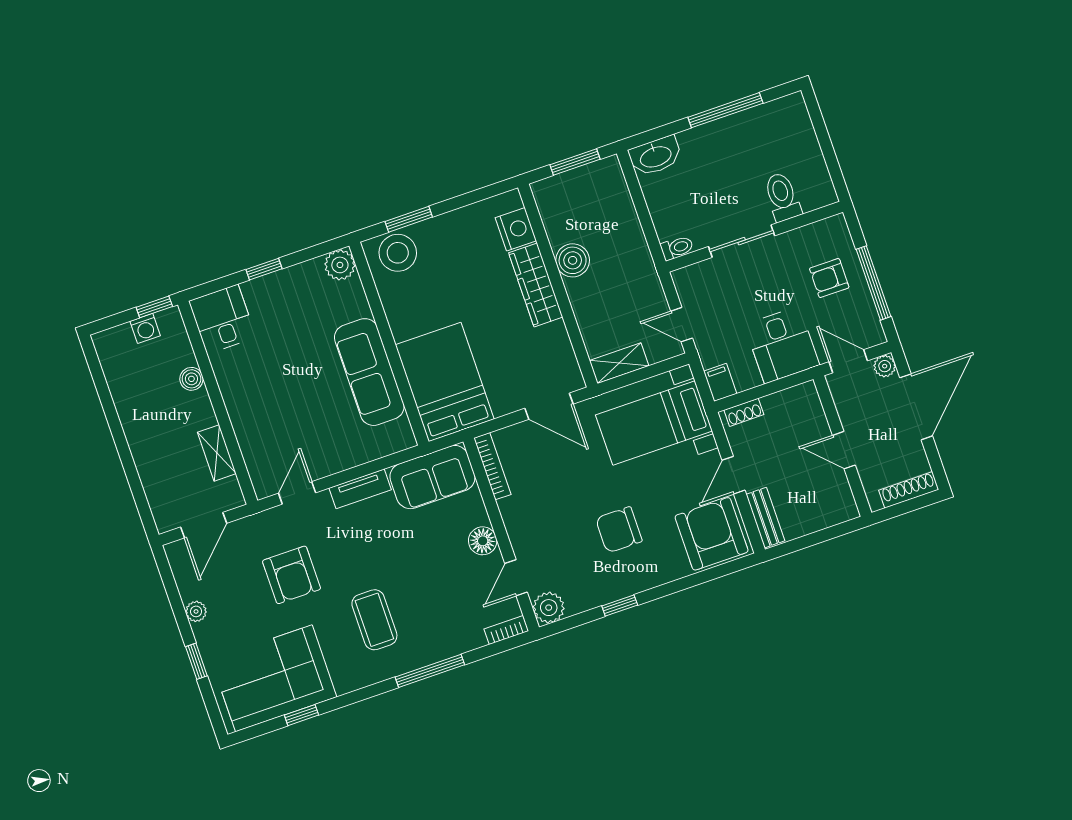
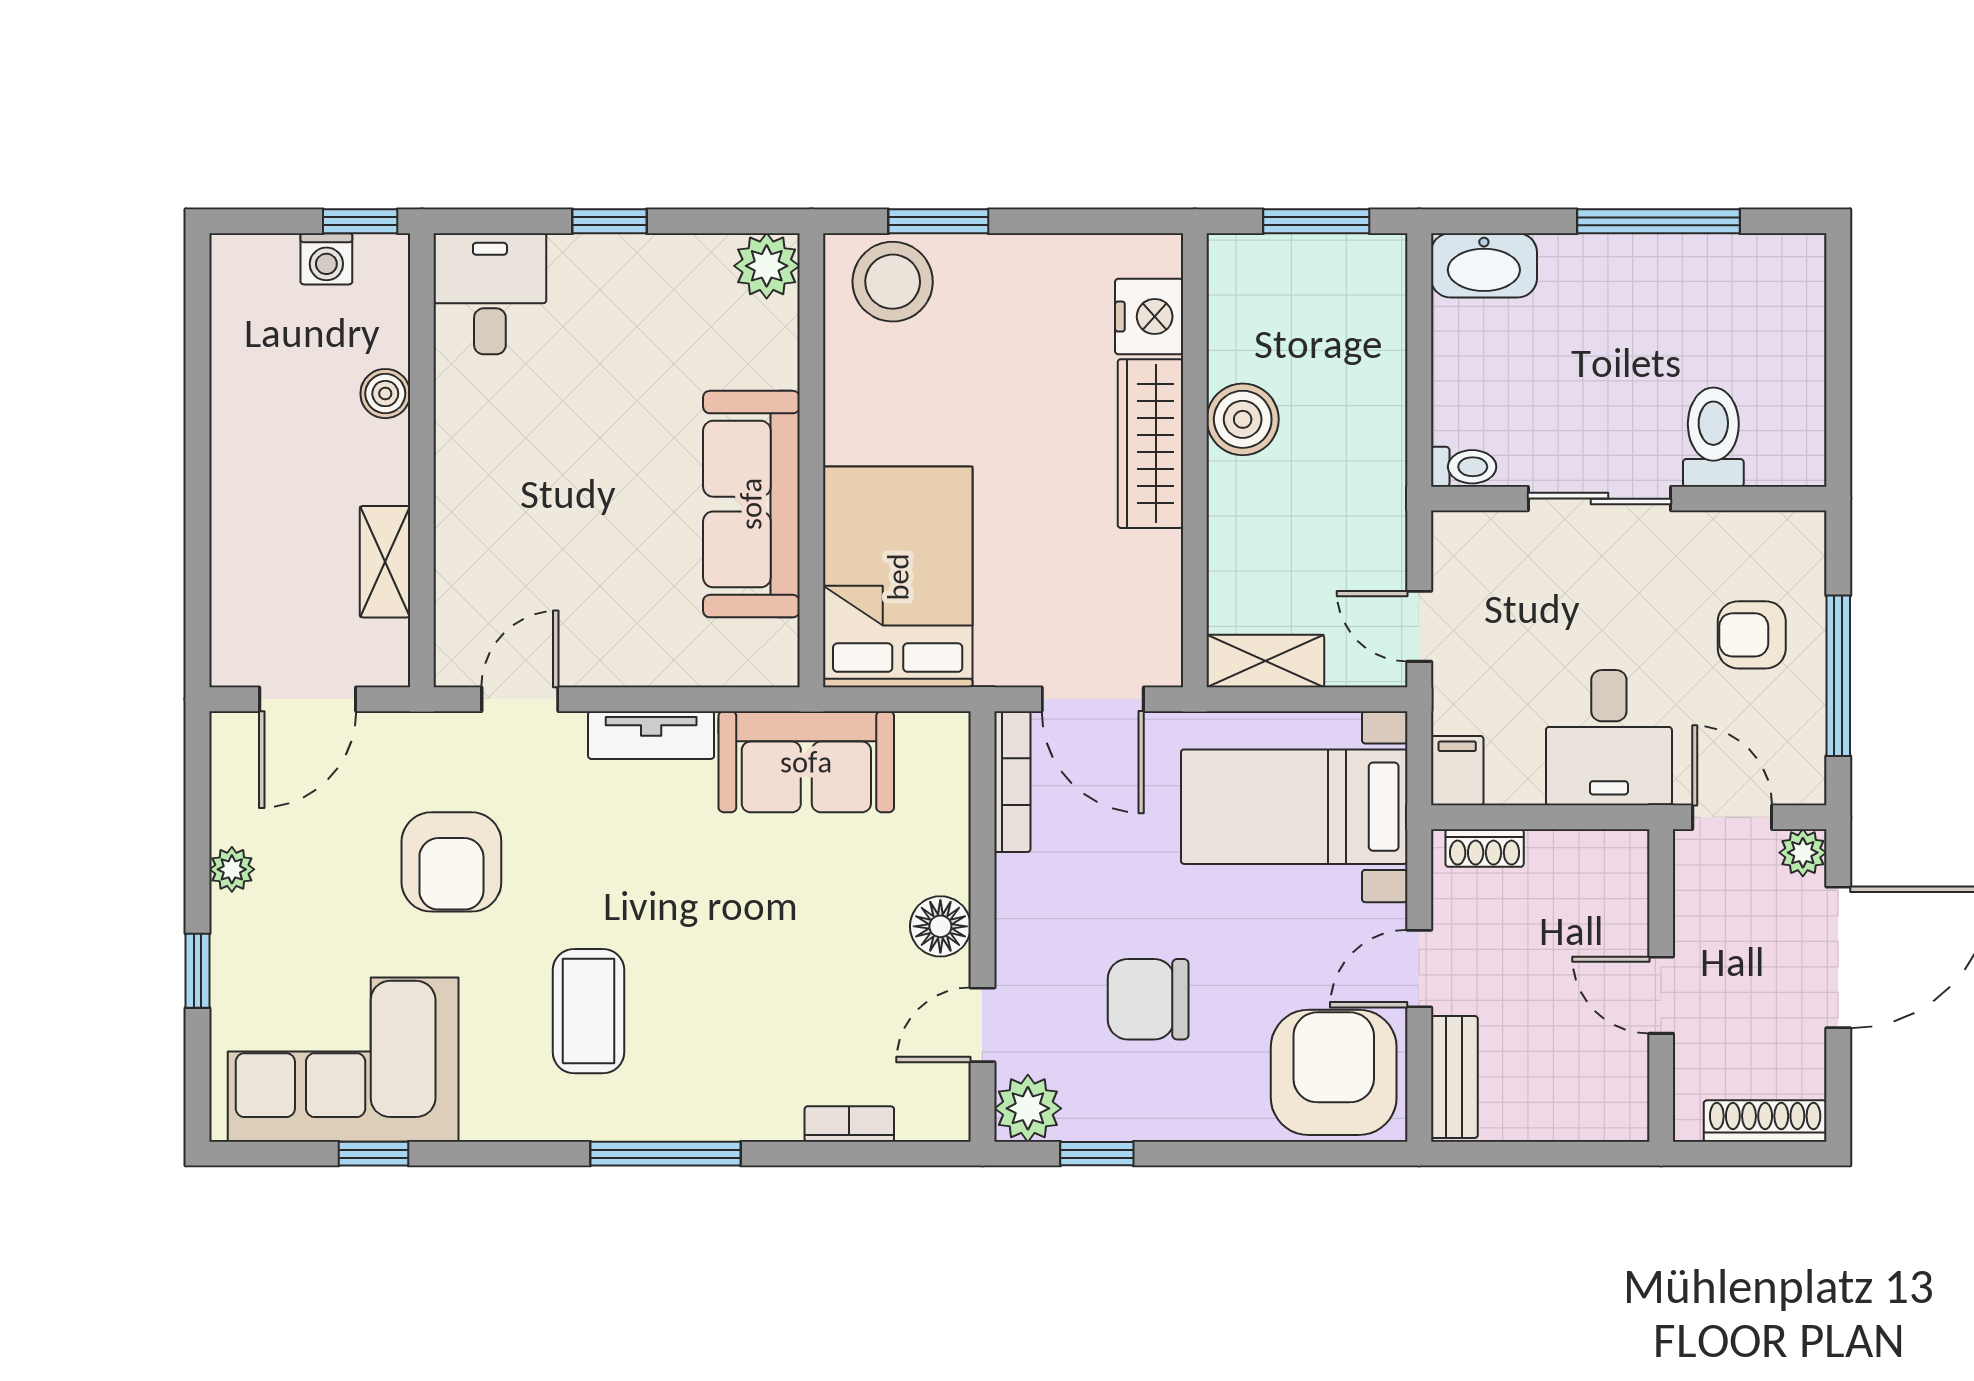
bookcase: (492, 466) -> (1012, 782), moved
wall: (501, 534) -> (982, 926), moved
floor lamp: (483, 541) -> (940, 926), moved
door: (516, 578) -> (982, 1025), moved
plant: (549, 608) -> (1028, 1108), moved

